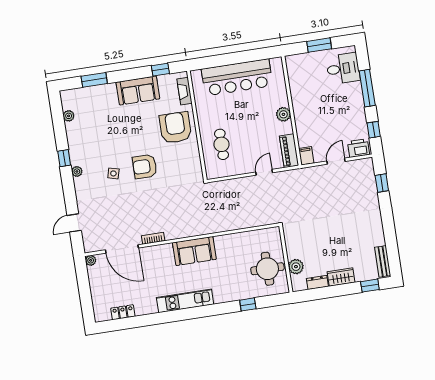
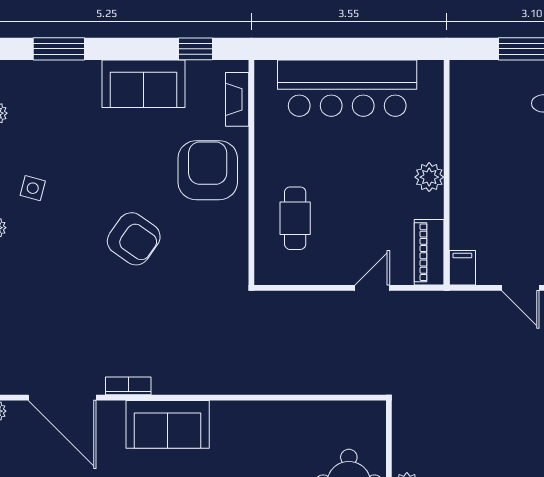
door: (336, 161) -> (520, 288), swing flipped
armchair: (145, 166) -> (134, 239), turned -145
side table: (113, 173) -> (33, 188), moved
sofa: (194, 251) -> (168, 424), moved

